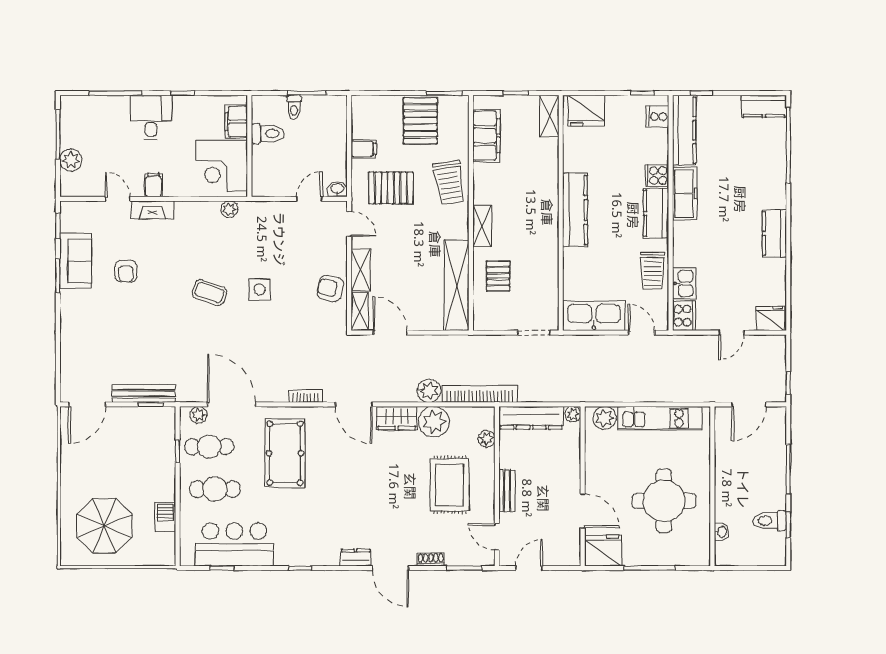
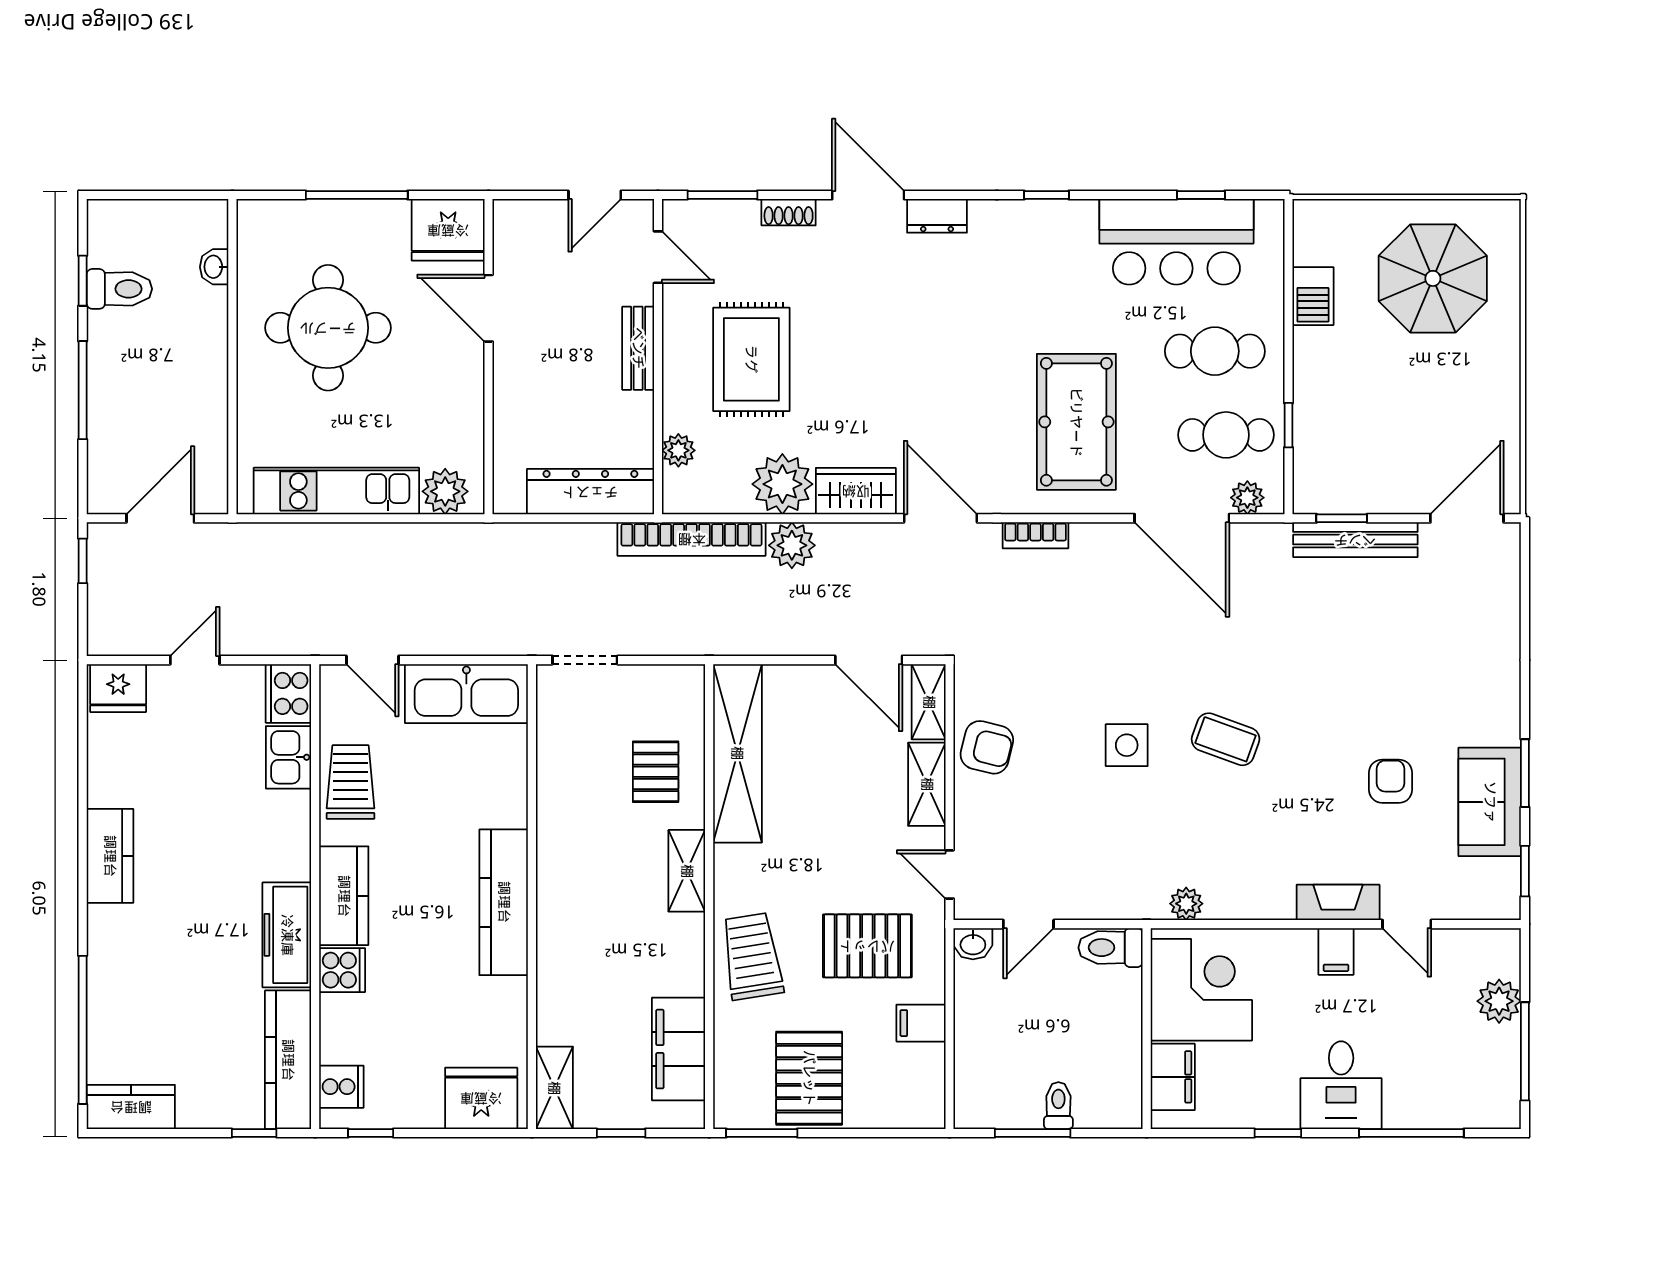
toilet: (268, 134) -> (1111, 948), moved
plant: (573, 414) -> (508, 499), removed

